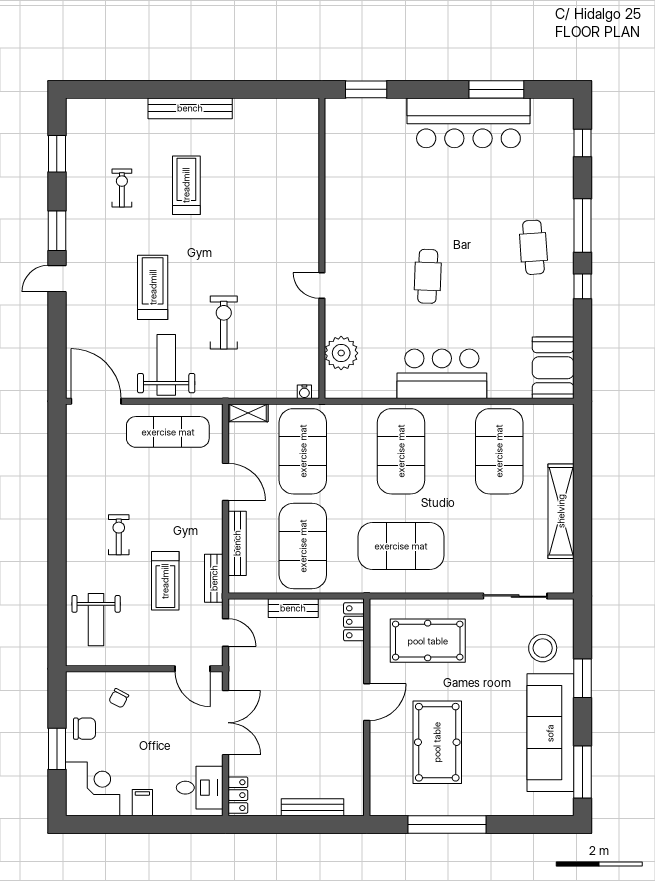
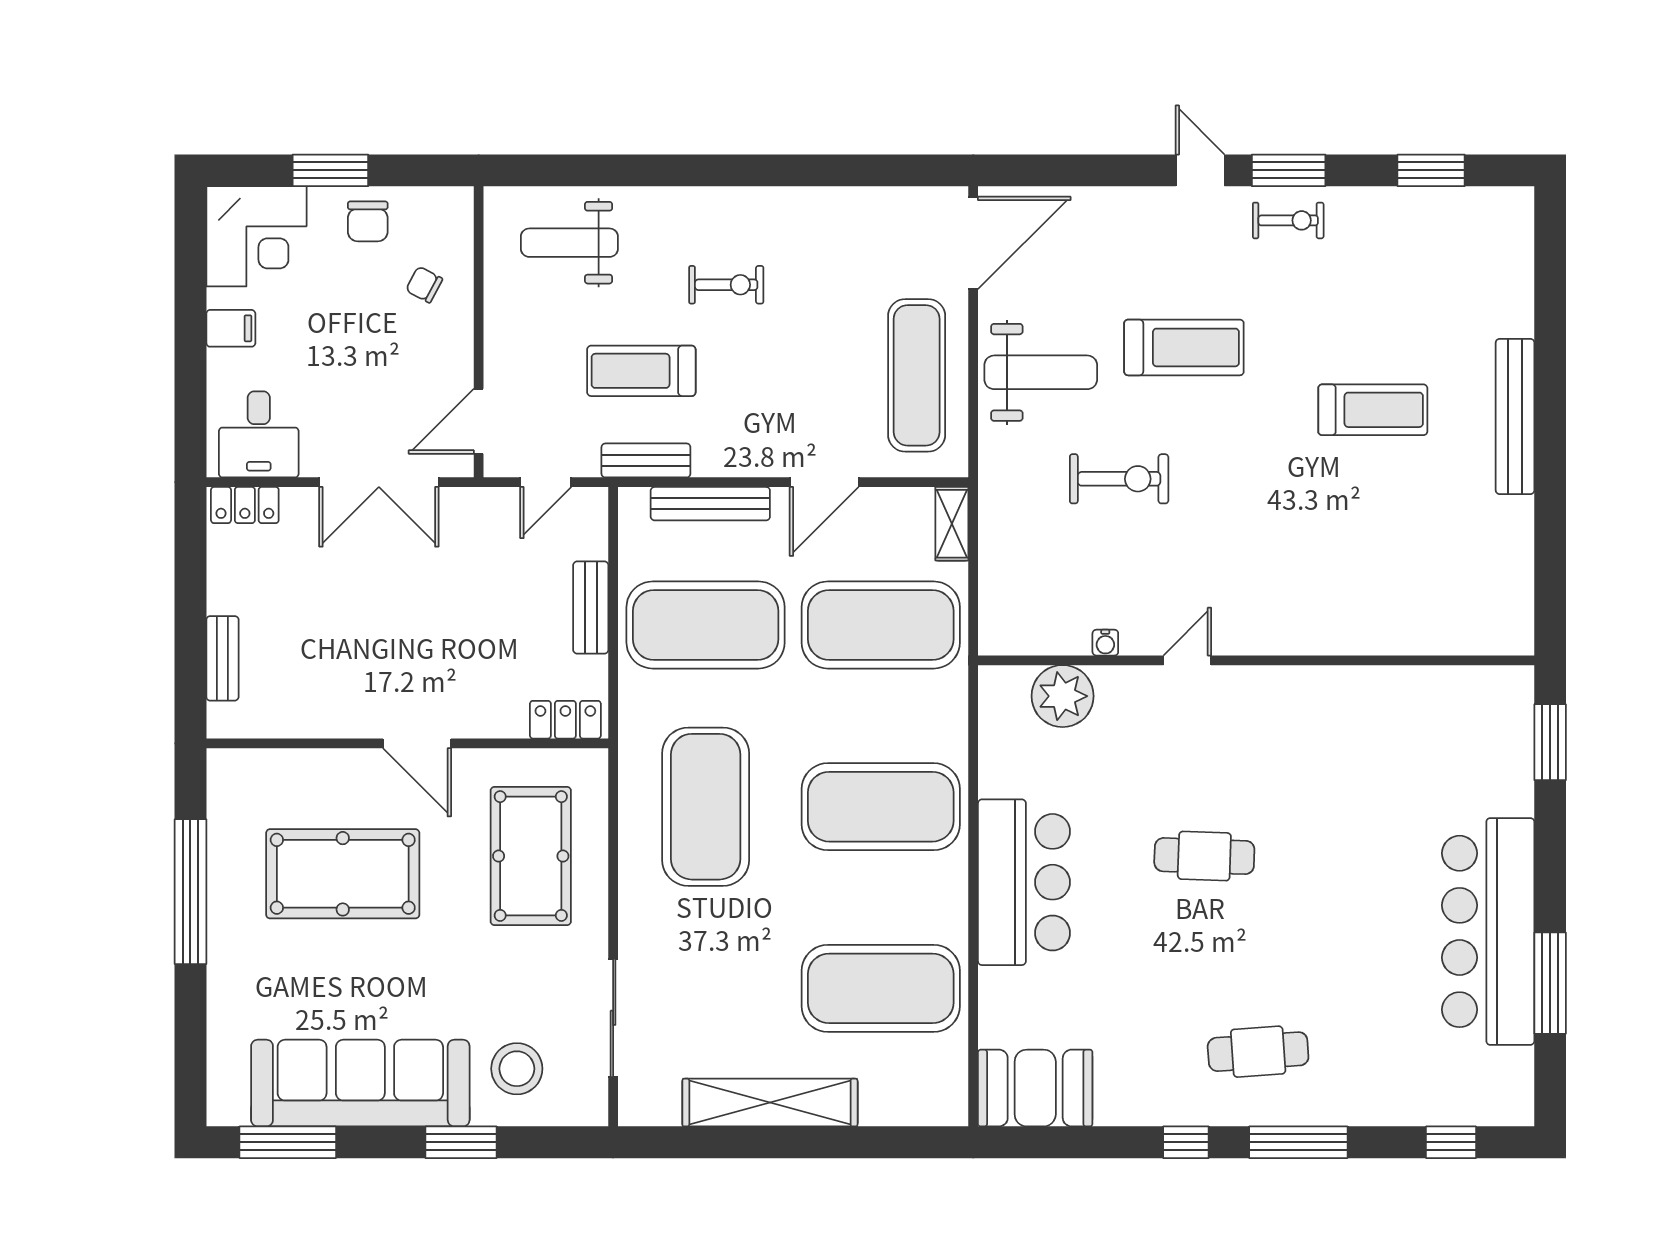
exercise bike: (122, 188) -> (1288, 220), moved
water cooler: (304, 392) -> (1105, 643), moved, turned -90
bench: (312, 807) -> (222, 658), width x0.73

